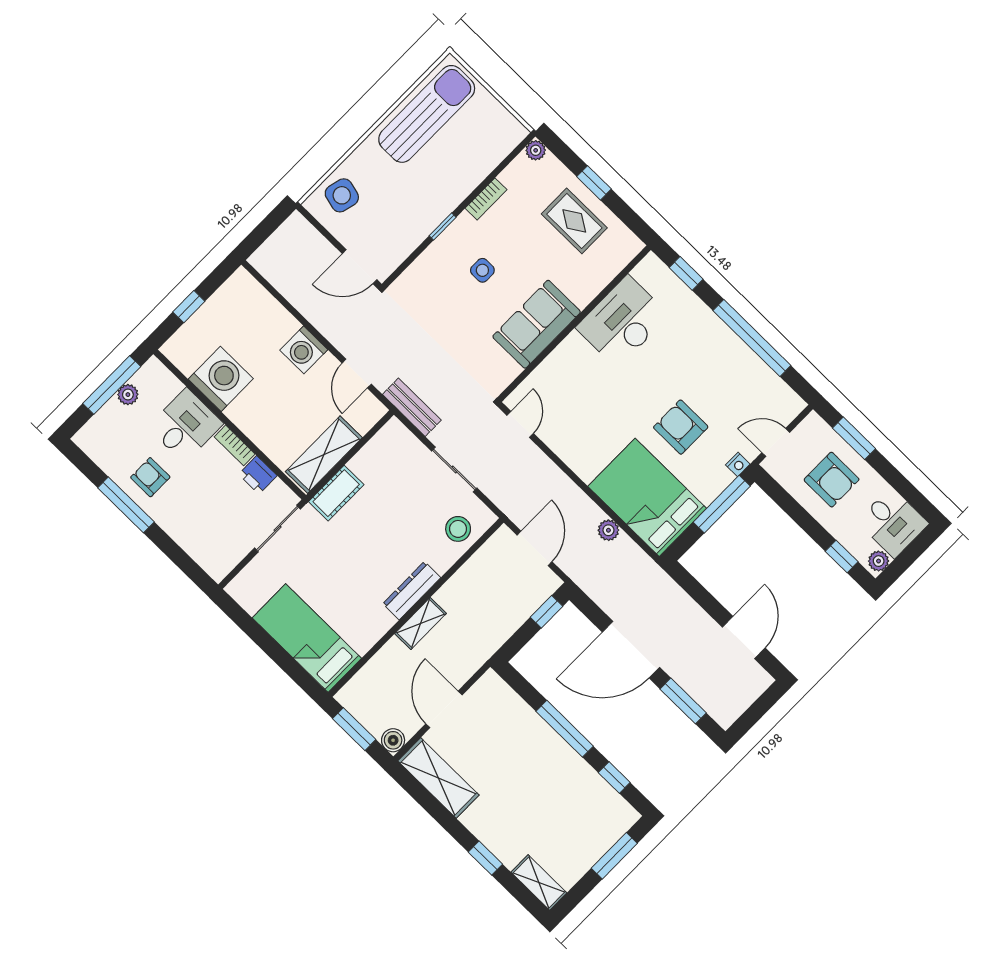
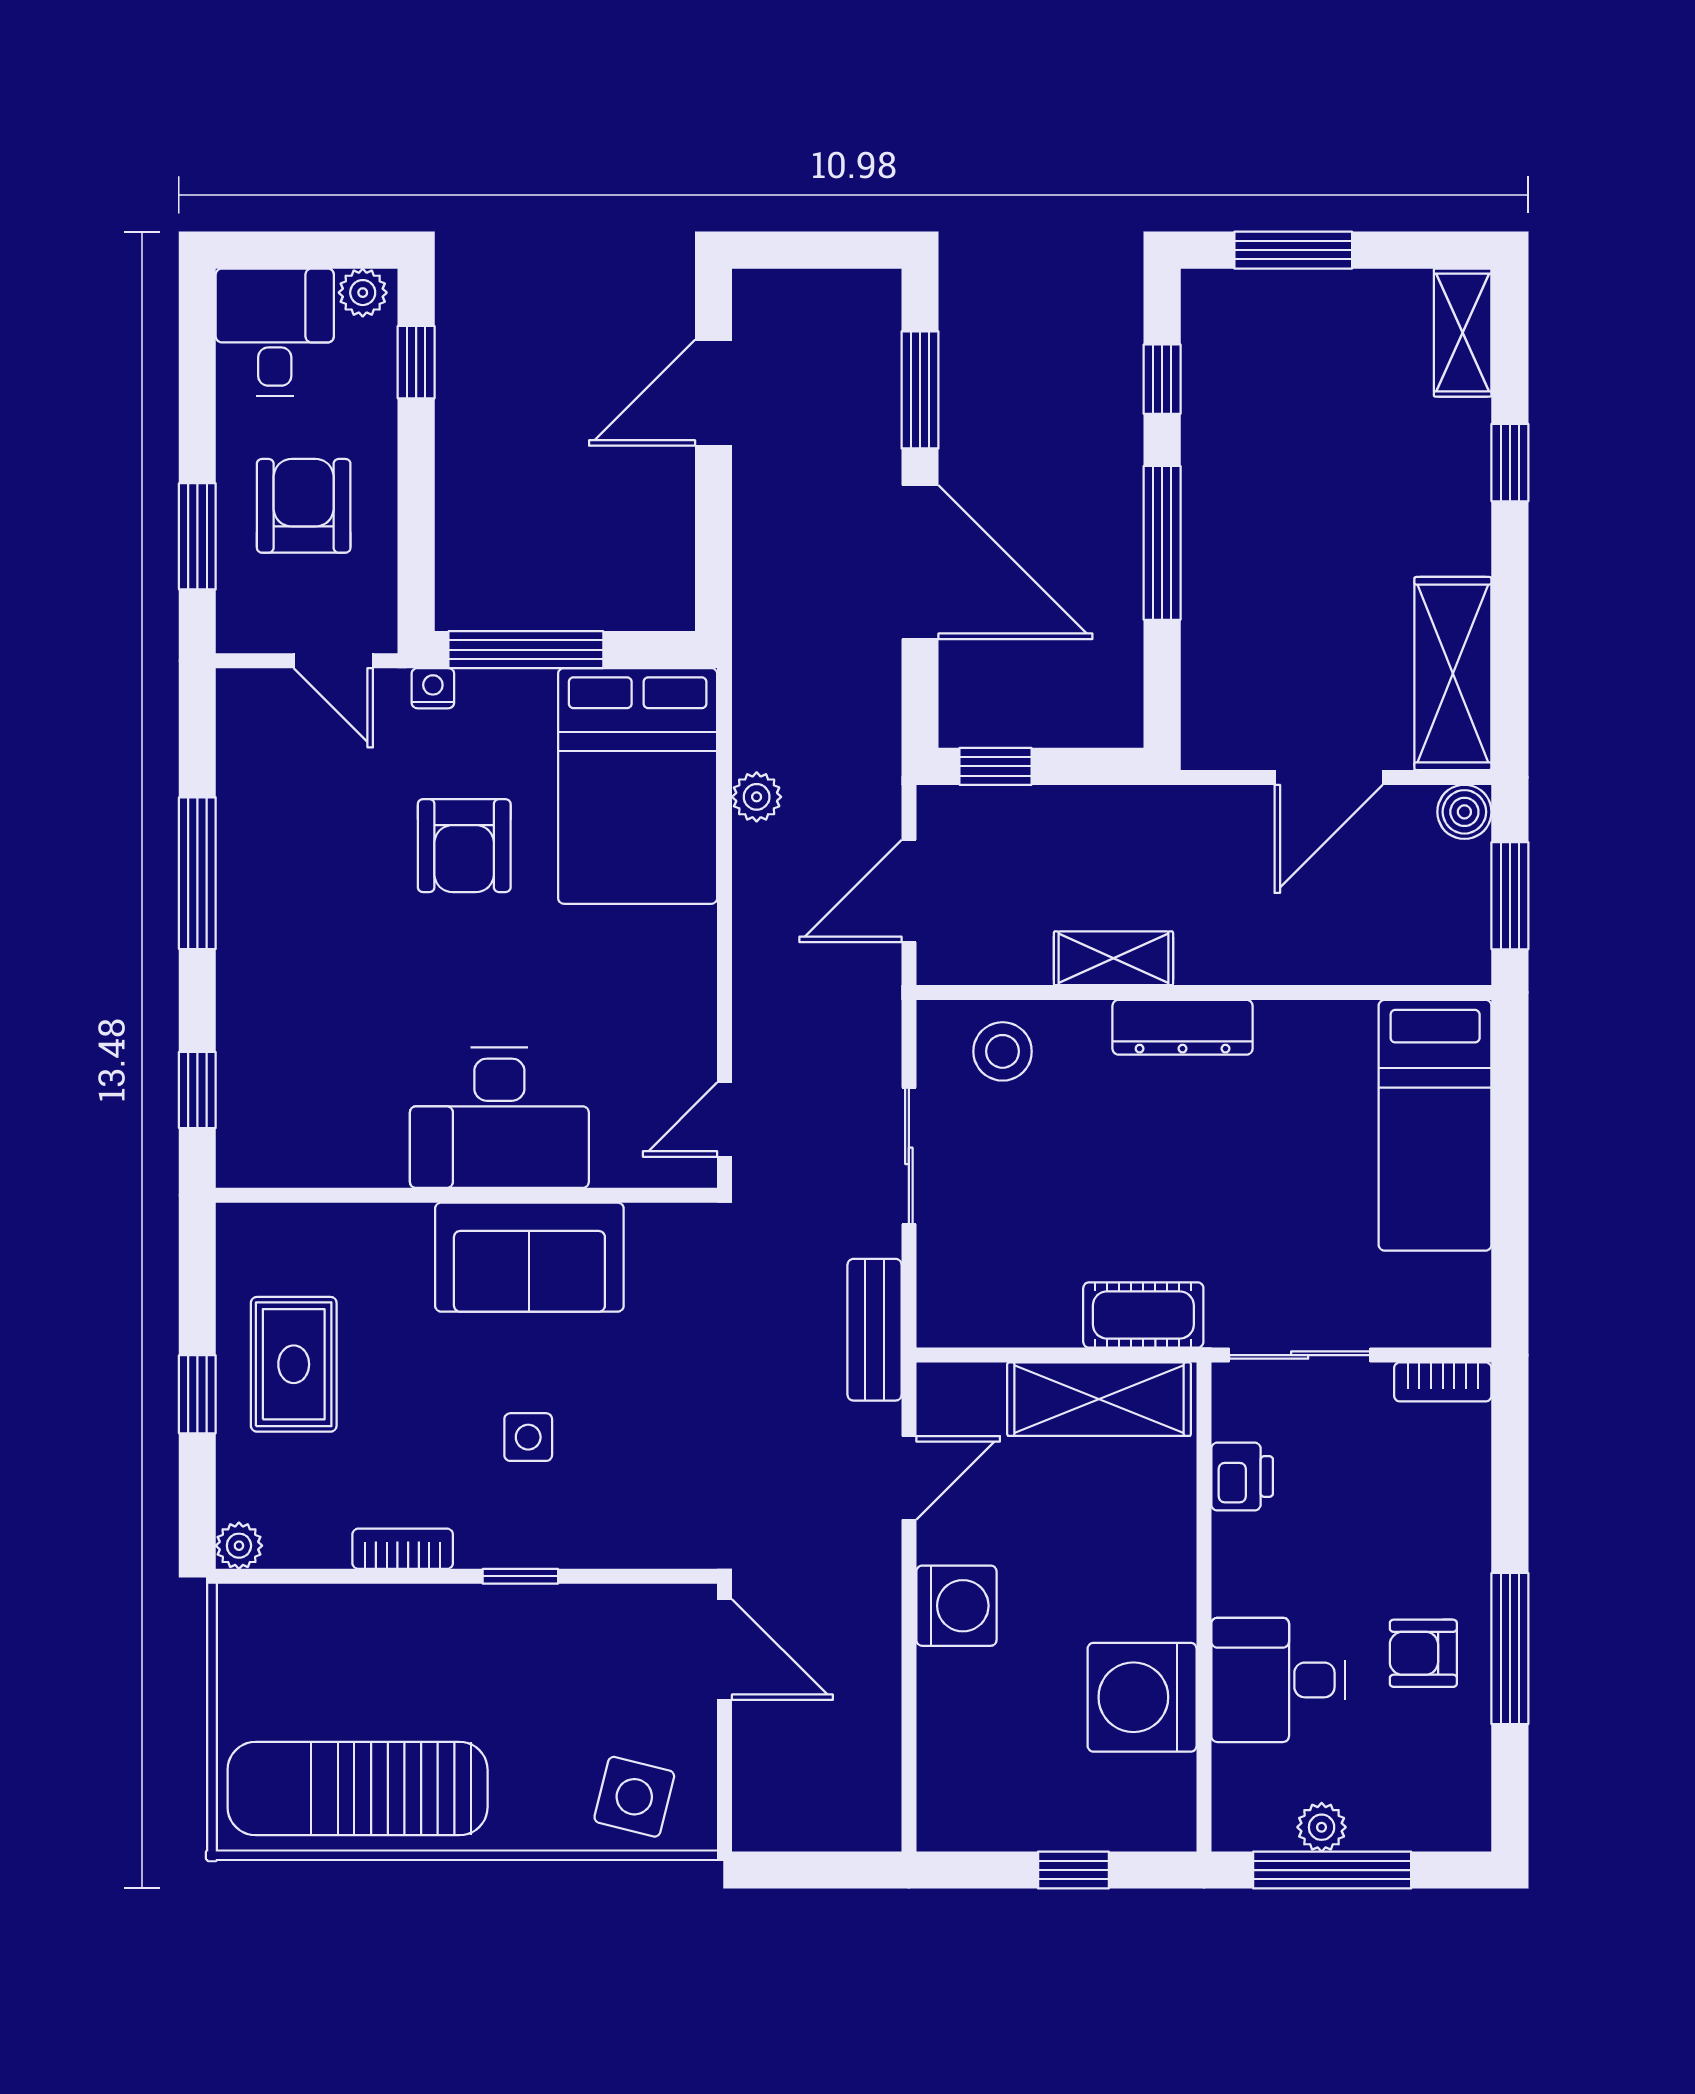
desk: (622, 321) -> (499, 1118), moved
window: (752, 338) -> (197, 873), width x0.68
bookcase: (235, 445) -> (1443, 1382), moved, turned 90
armchair: (150, 477) -> (1423, 1653), turned 90
shelving: (421, 624) -> (1113, 958), moved

